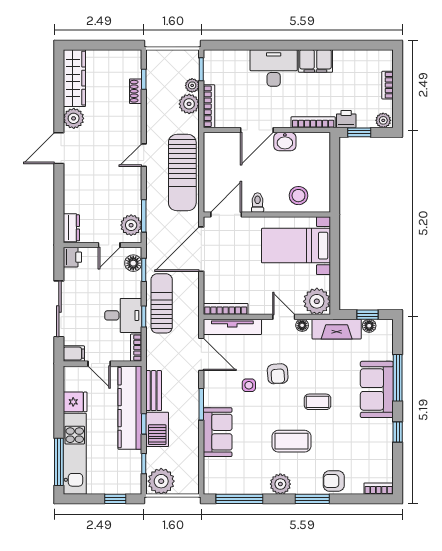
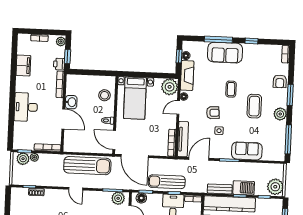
filing cabinet: (315, 61) -> (23, 65), moved
plant: (189, 104) -> (23, 159), moved

